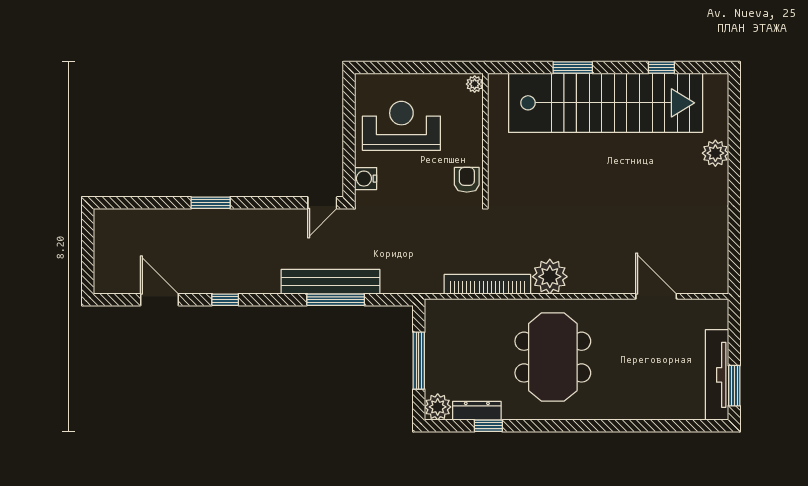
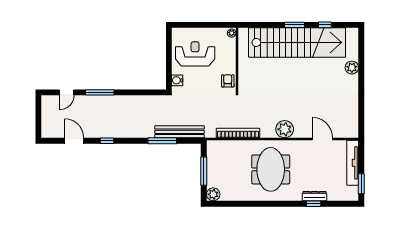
window: (573, 68) -> (294, 25), moved
window: (211, 203) -> (100, 92), width x1.44
door: (322, 203) -> (67, 92), moved
plant: (550, 277) -> (285, 129), moved
bench: (331, 282) -> (180, 132), moved
tv unit: (717, 375) -> (353, 163), moved
dresser: (477, 411) -> (315, 196), moved
window: (488, 426) -> (314, 204), moved

